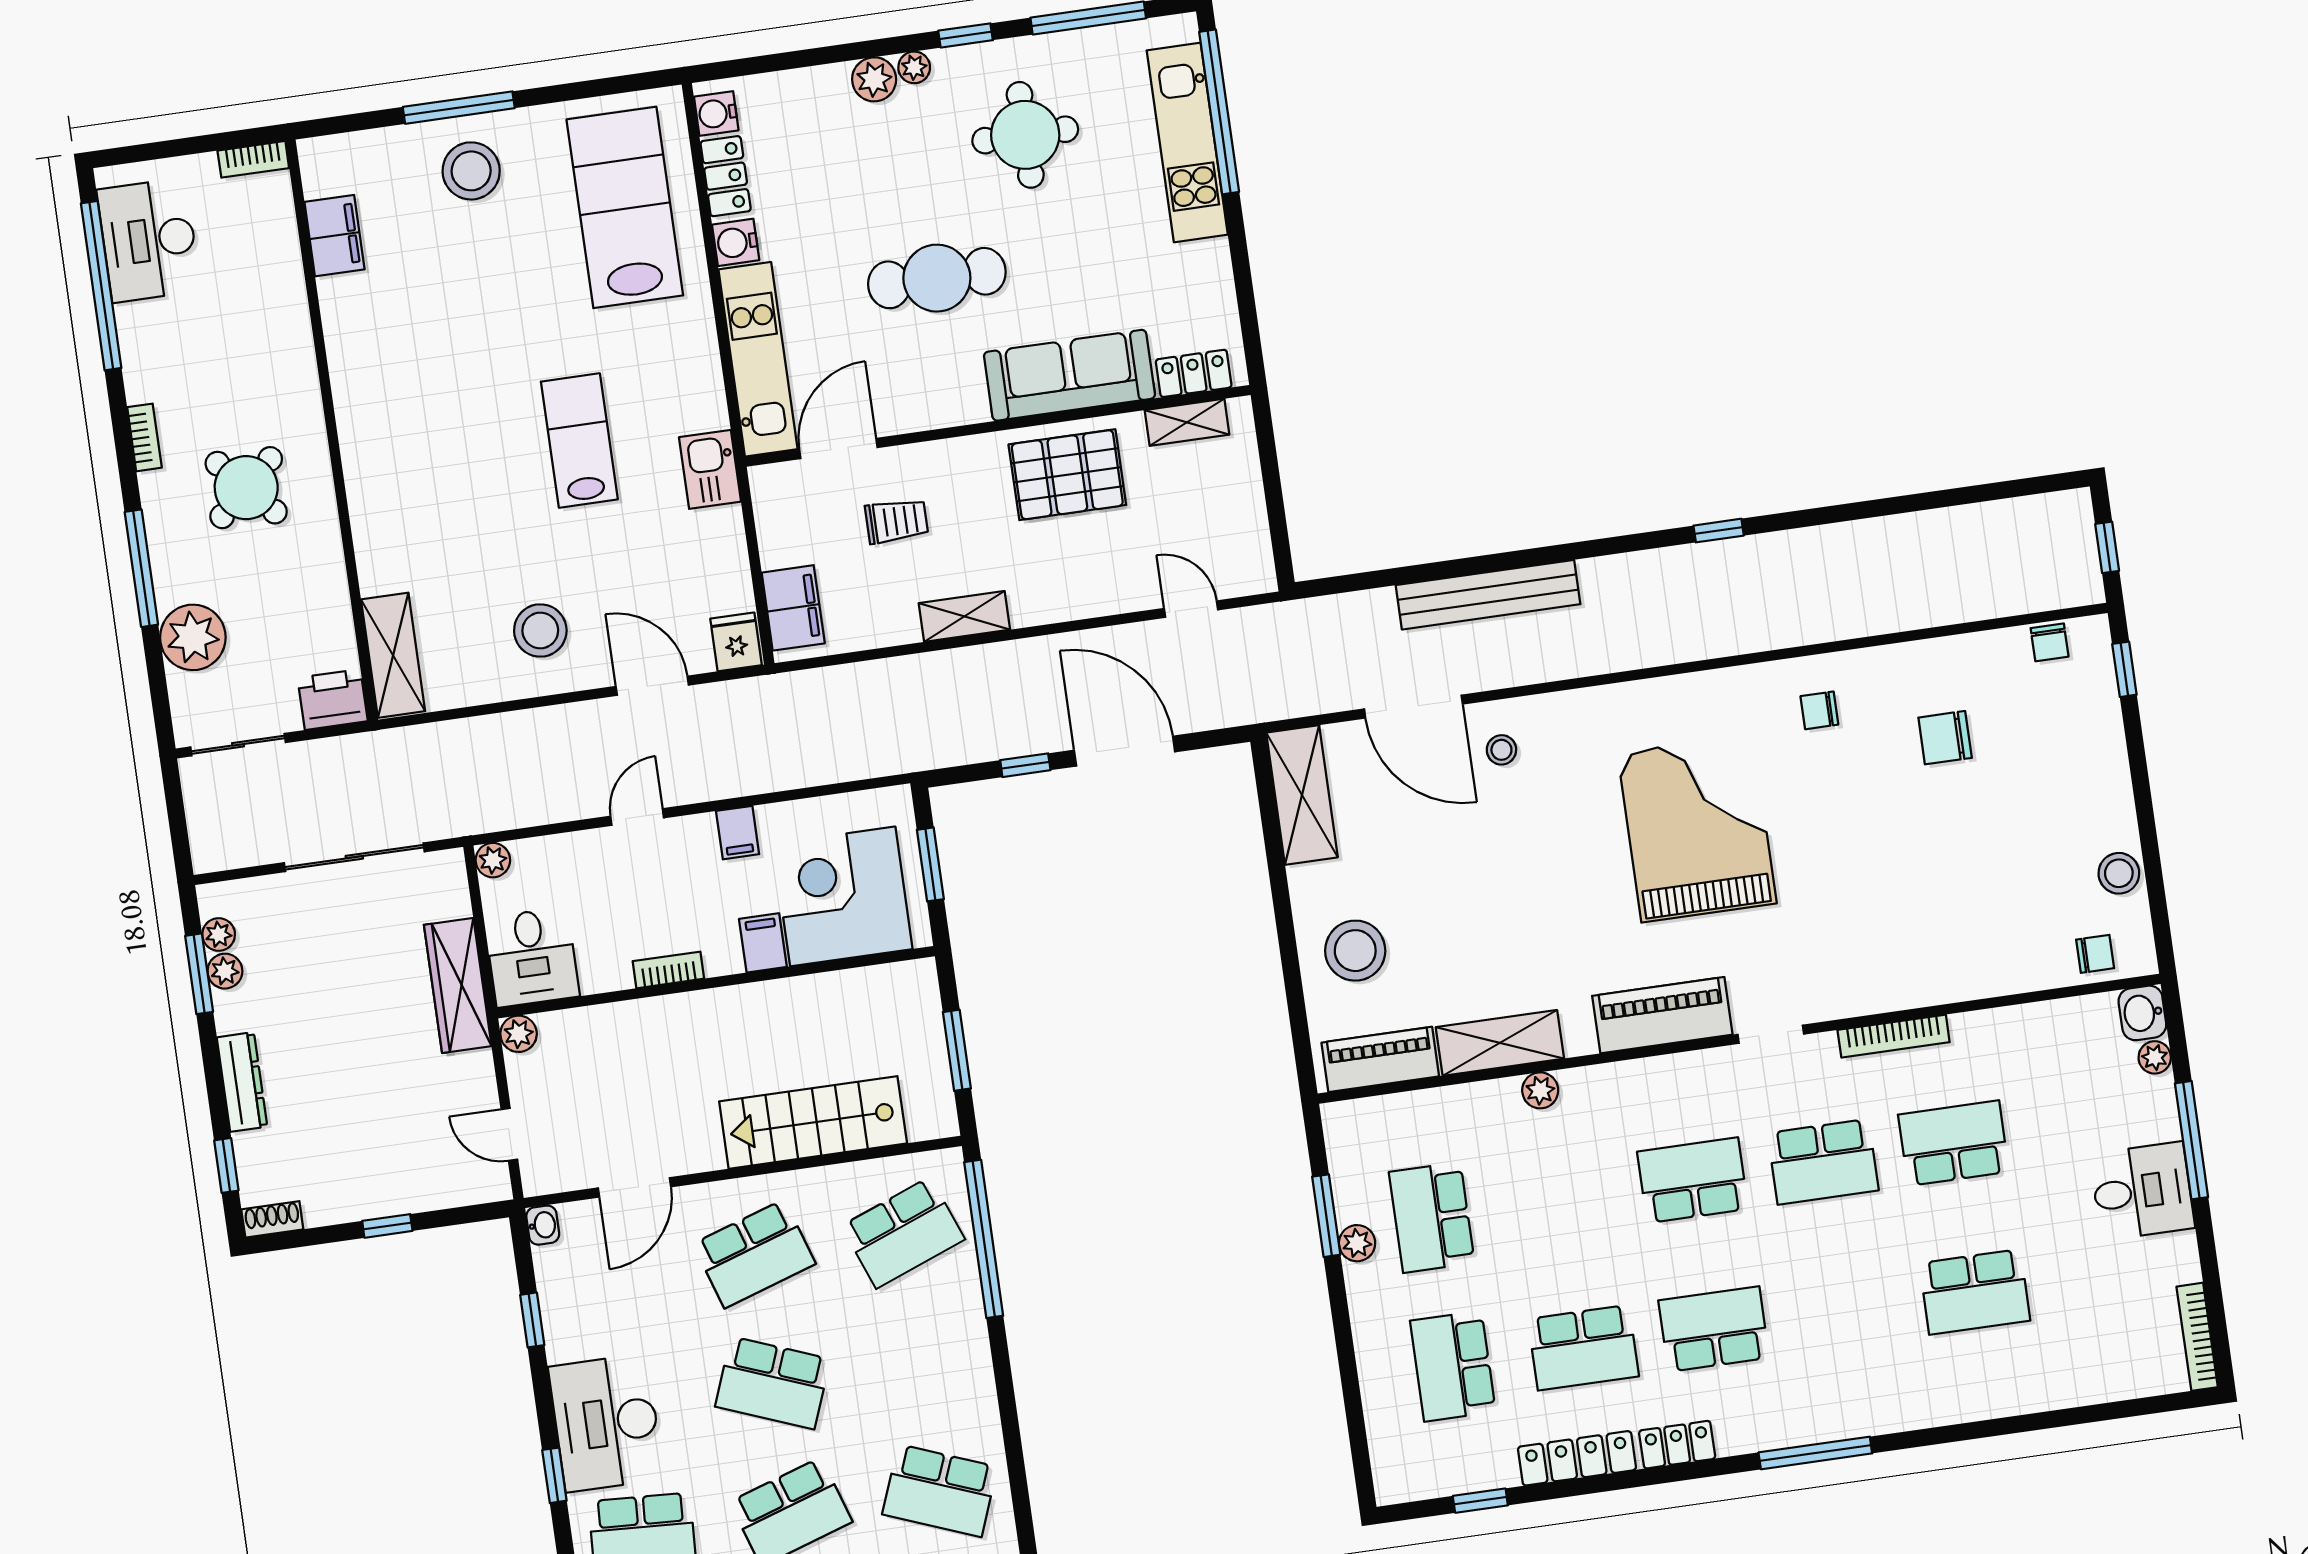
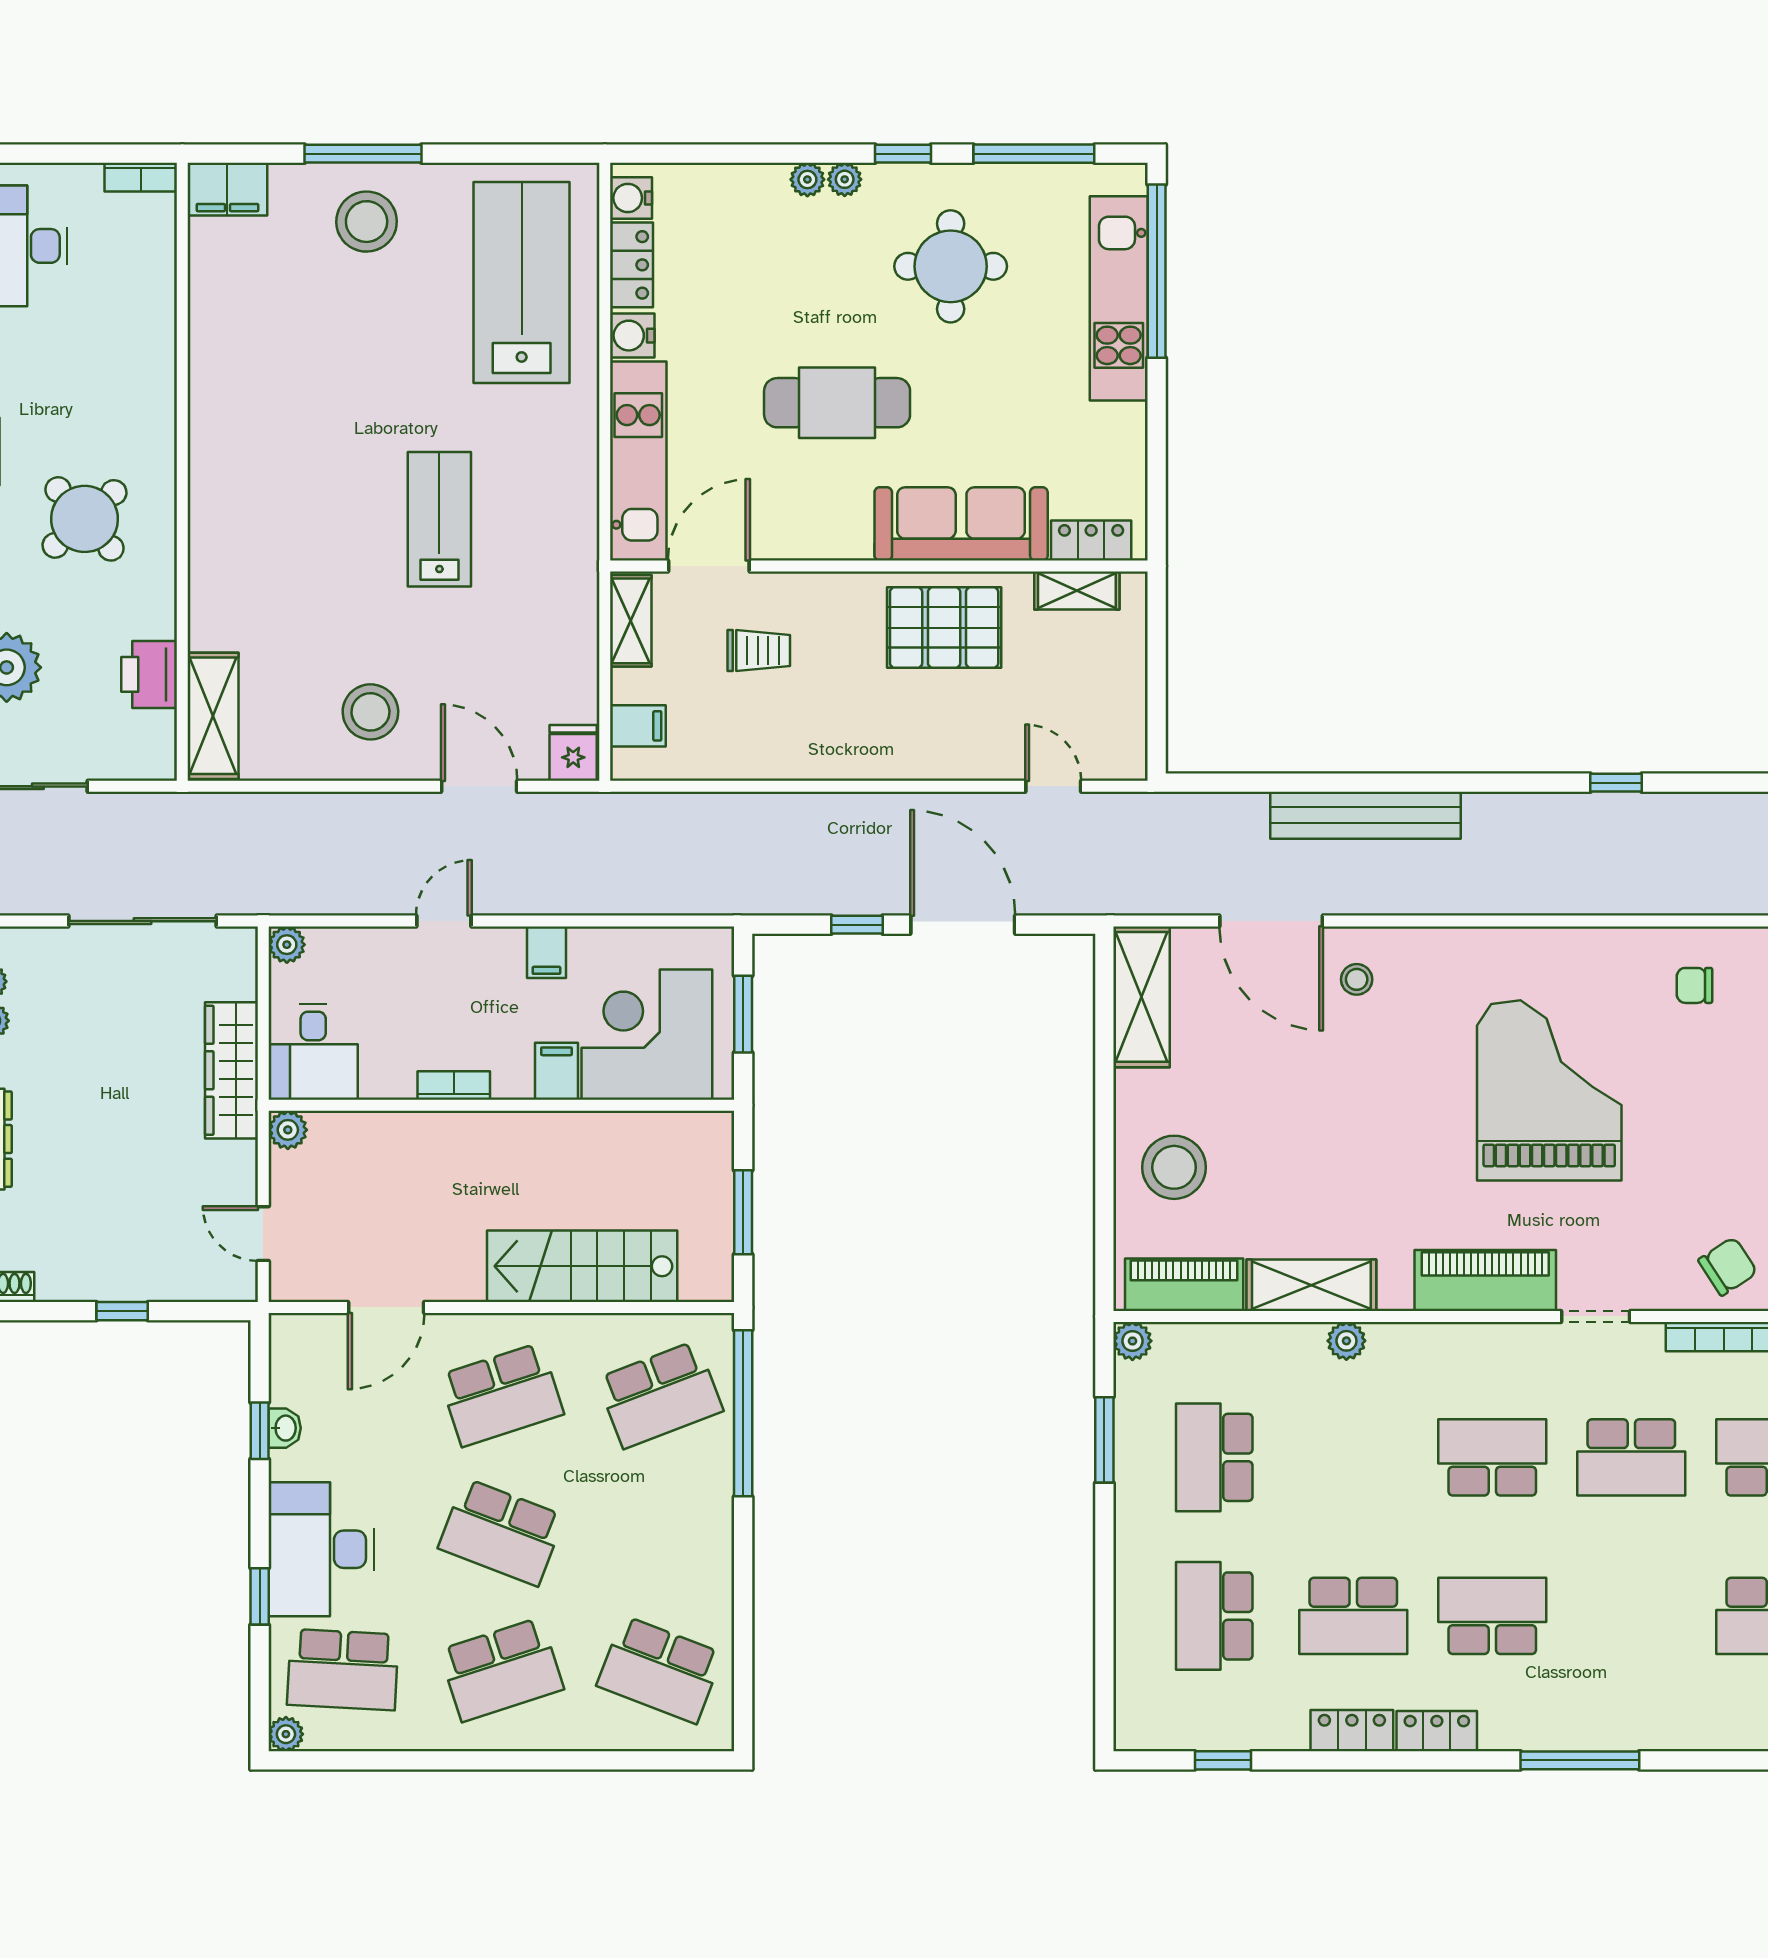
plant: (874, 79) -> (807, 180), width x0.73, depth x0.73
filing cabinet: (334, 236) -> (227, 189), moved, turned 90
kitchen sink: (710, 469) -> (572, 569), removed
filing cabinet: (793, 608) -> (638, 726), width x0.50
shelving: (964, 616) -> (631, 621), moved, turned 90
printer: (333, 699) -> (149, 674), moved, turned -90
chair: (1888, 970) -> (1728, 1266), added
washbasin: (543, 1225) -> (285, 1428), moved
plant: (1357, 1243) -> (1132, 1341), moved
locker: (1577, 1458) -> (1352, 1731), width x0.66

